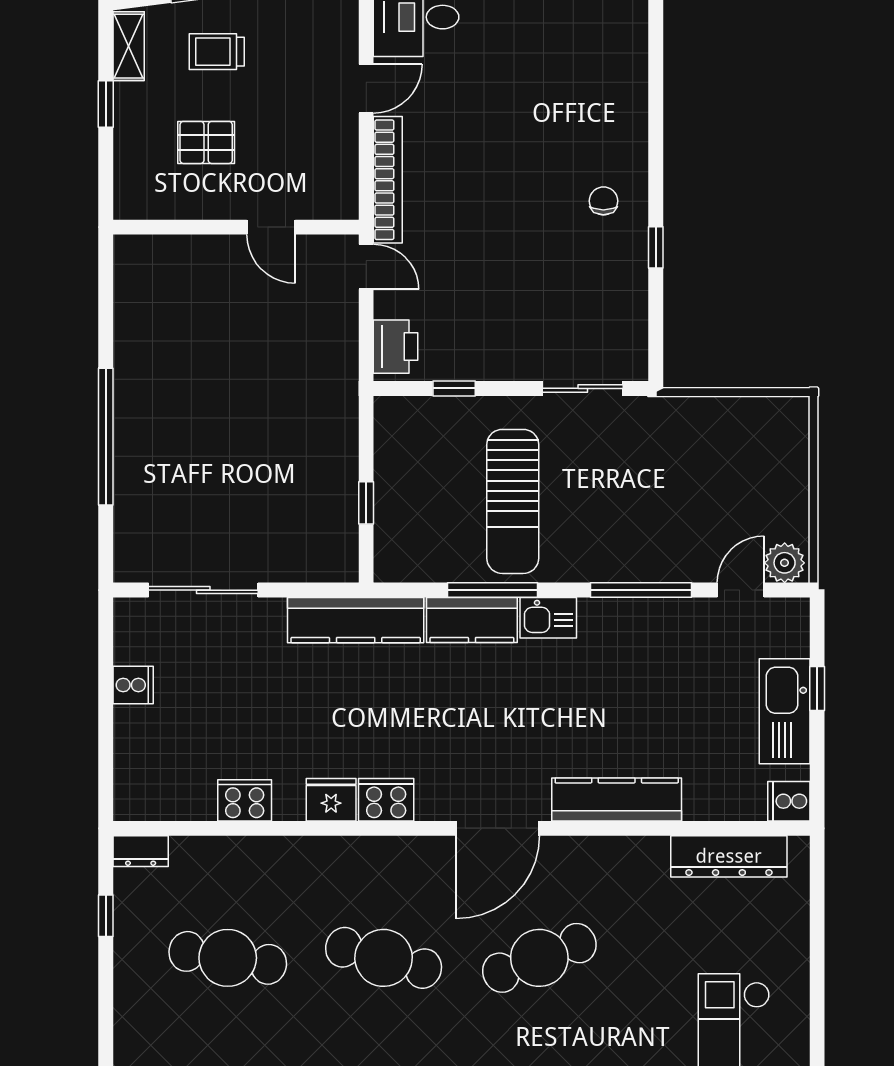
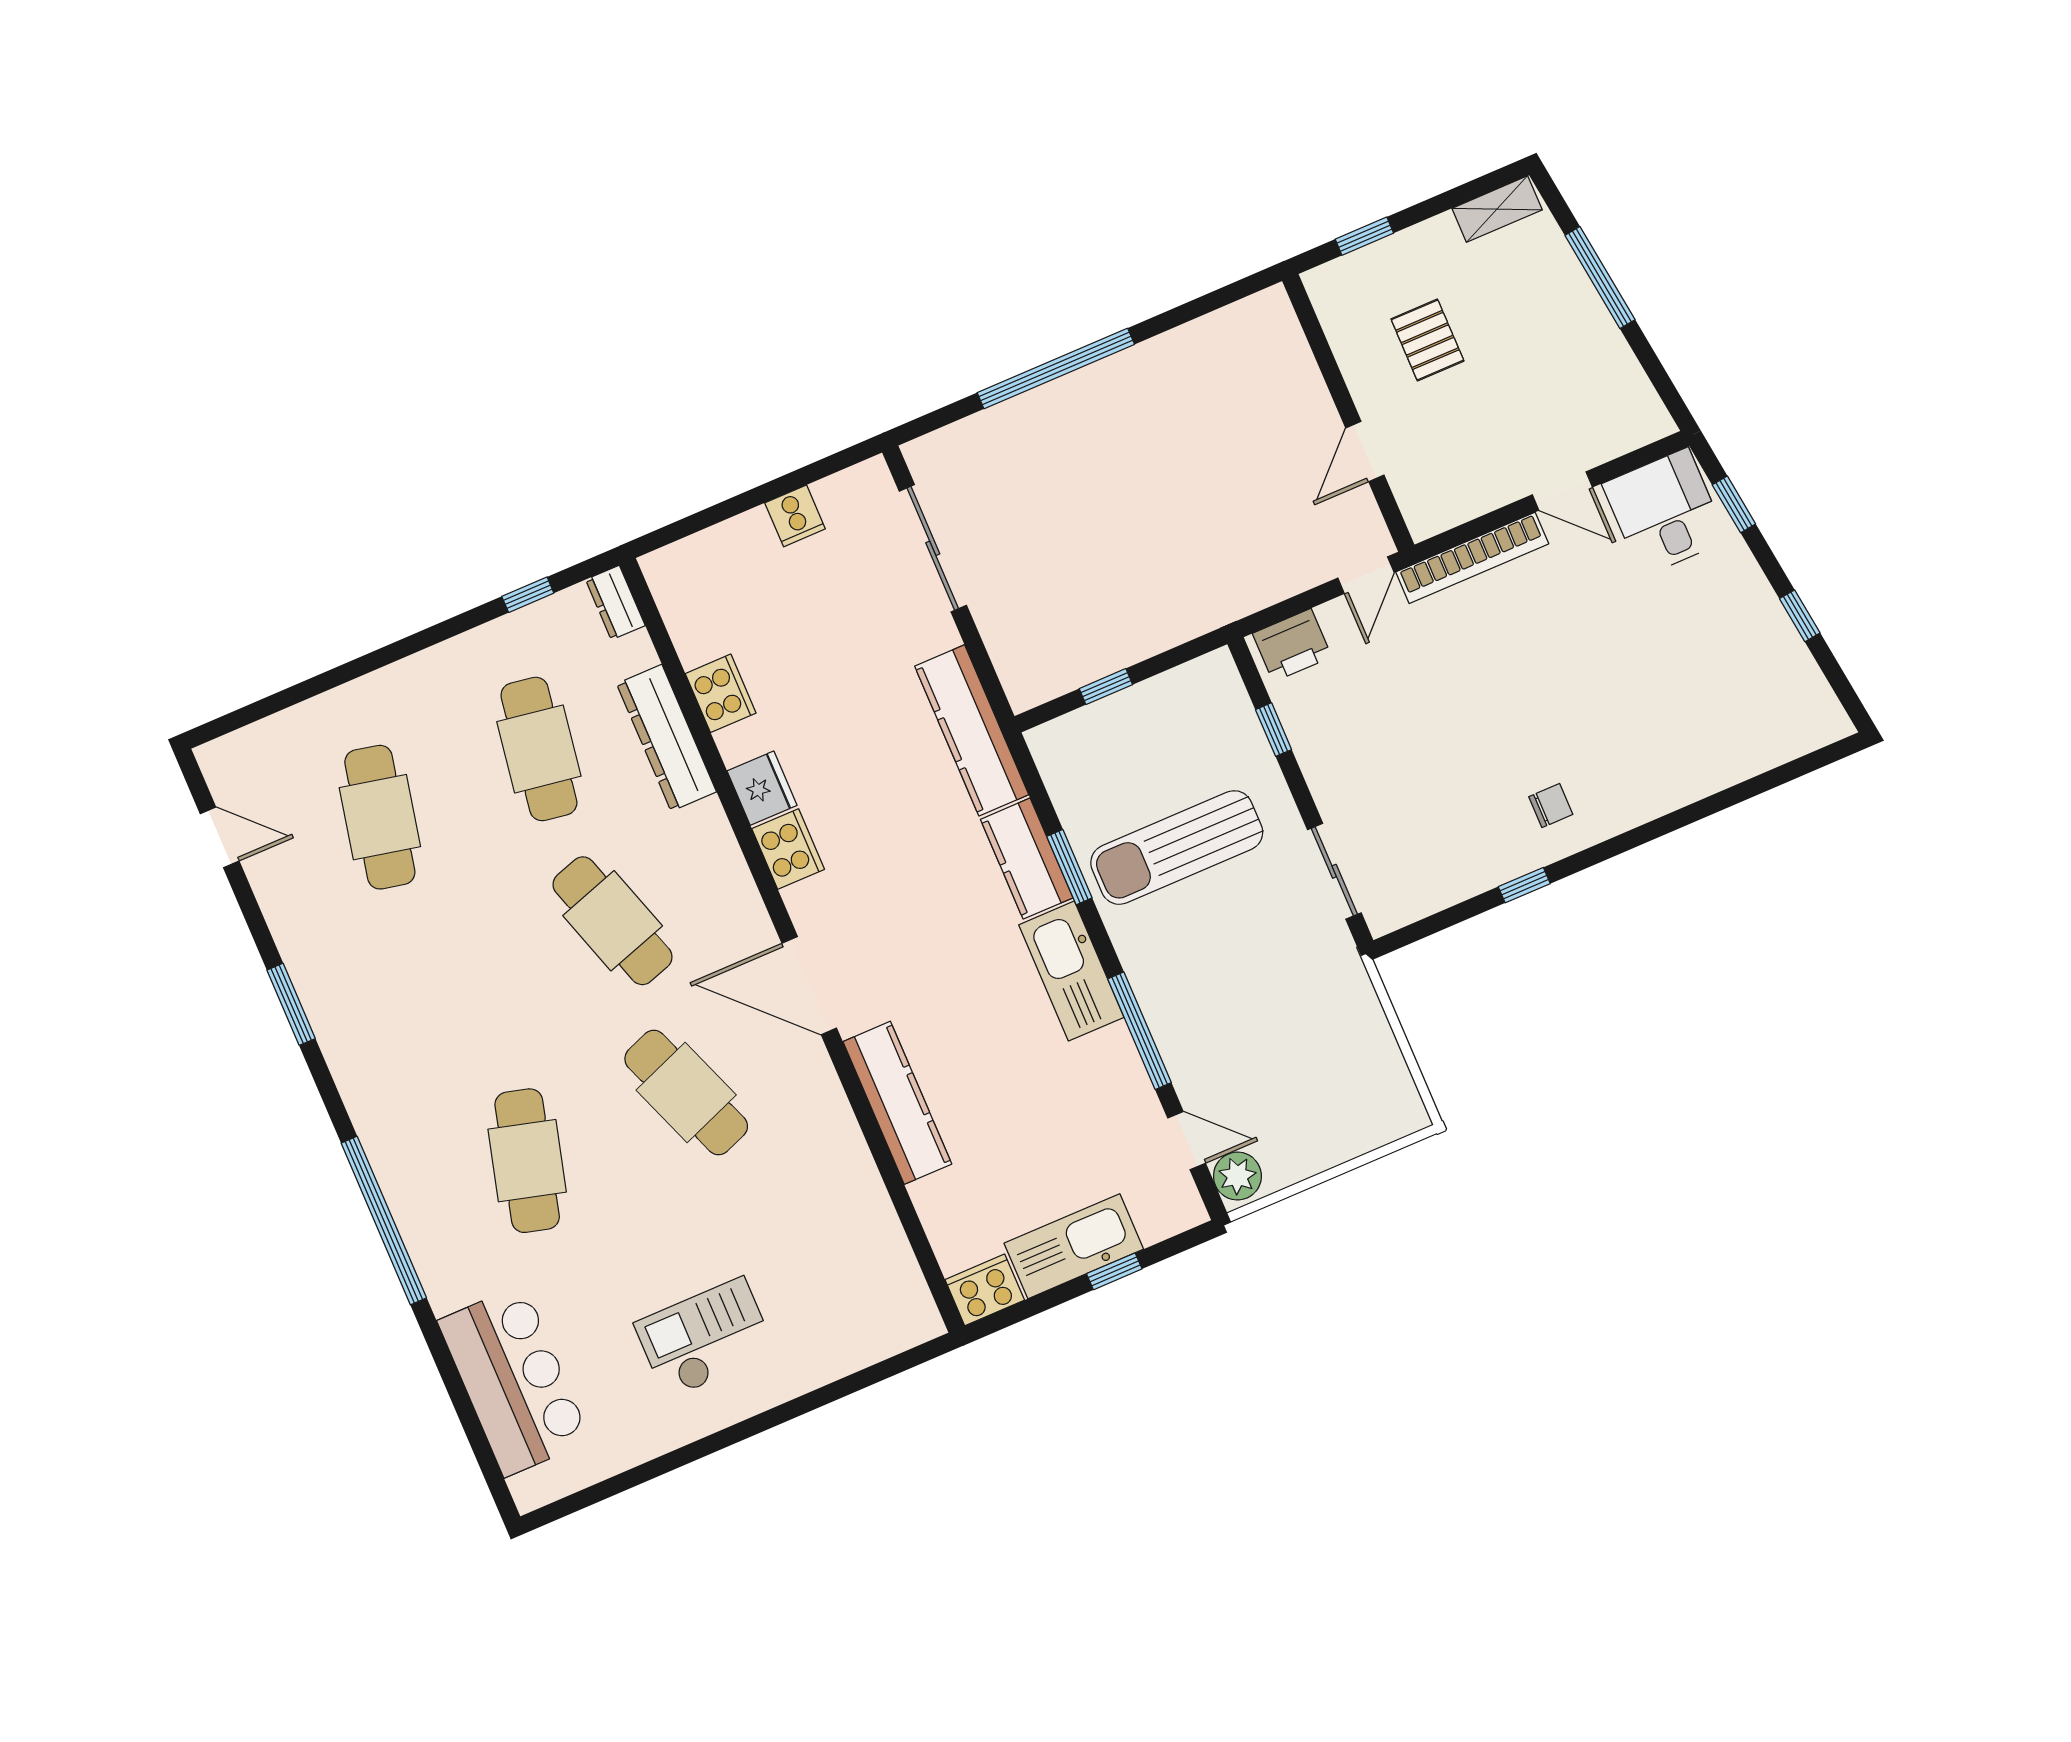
trolley: (217, 52) -> (1533, 309), removed
window: (106, 104) -> (1364, 236), moved
window: (493, 590) -> (1069, 867), width x0.69
kitchen sink: (548, 618) -> (1071, 971), width x1.88, depth x1.24
cooker: (789, 801) -> (985, 1290), width x1.36
dresser: (729, 856) -> (667, 738), moved
cafe table: (384, 958) -> (613, 921), turned -33

